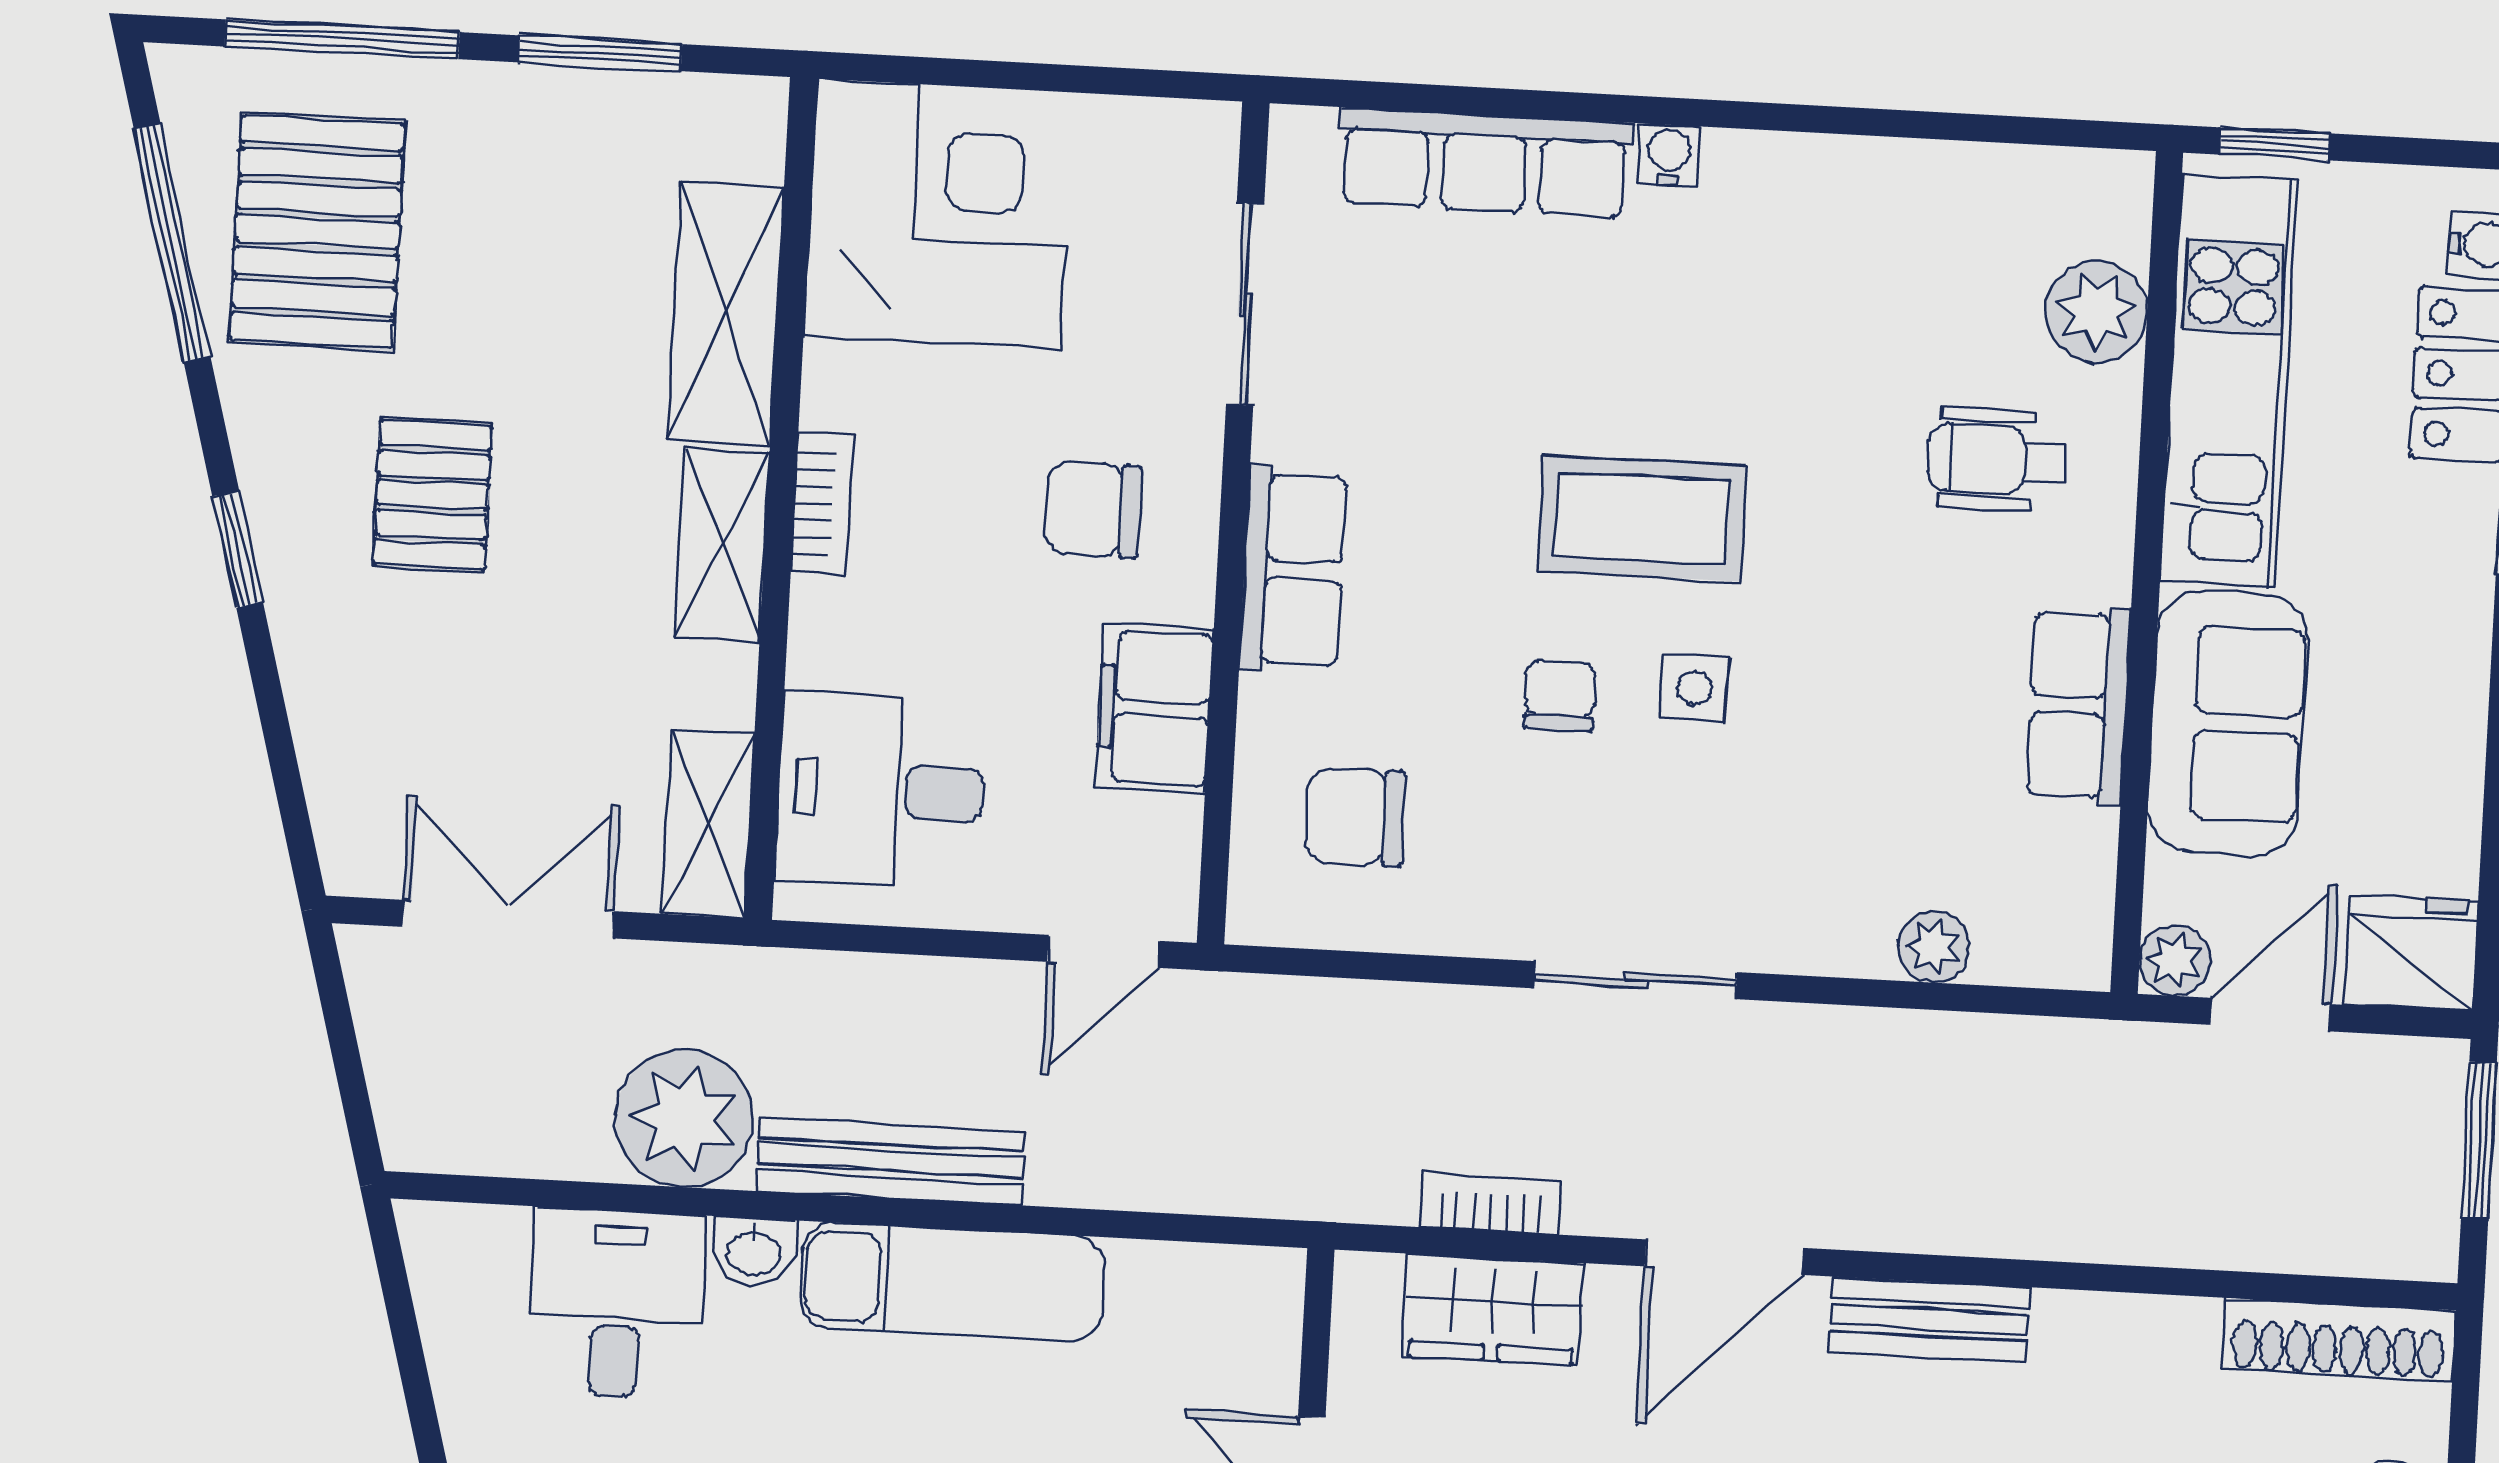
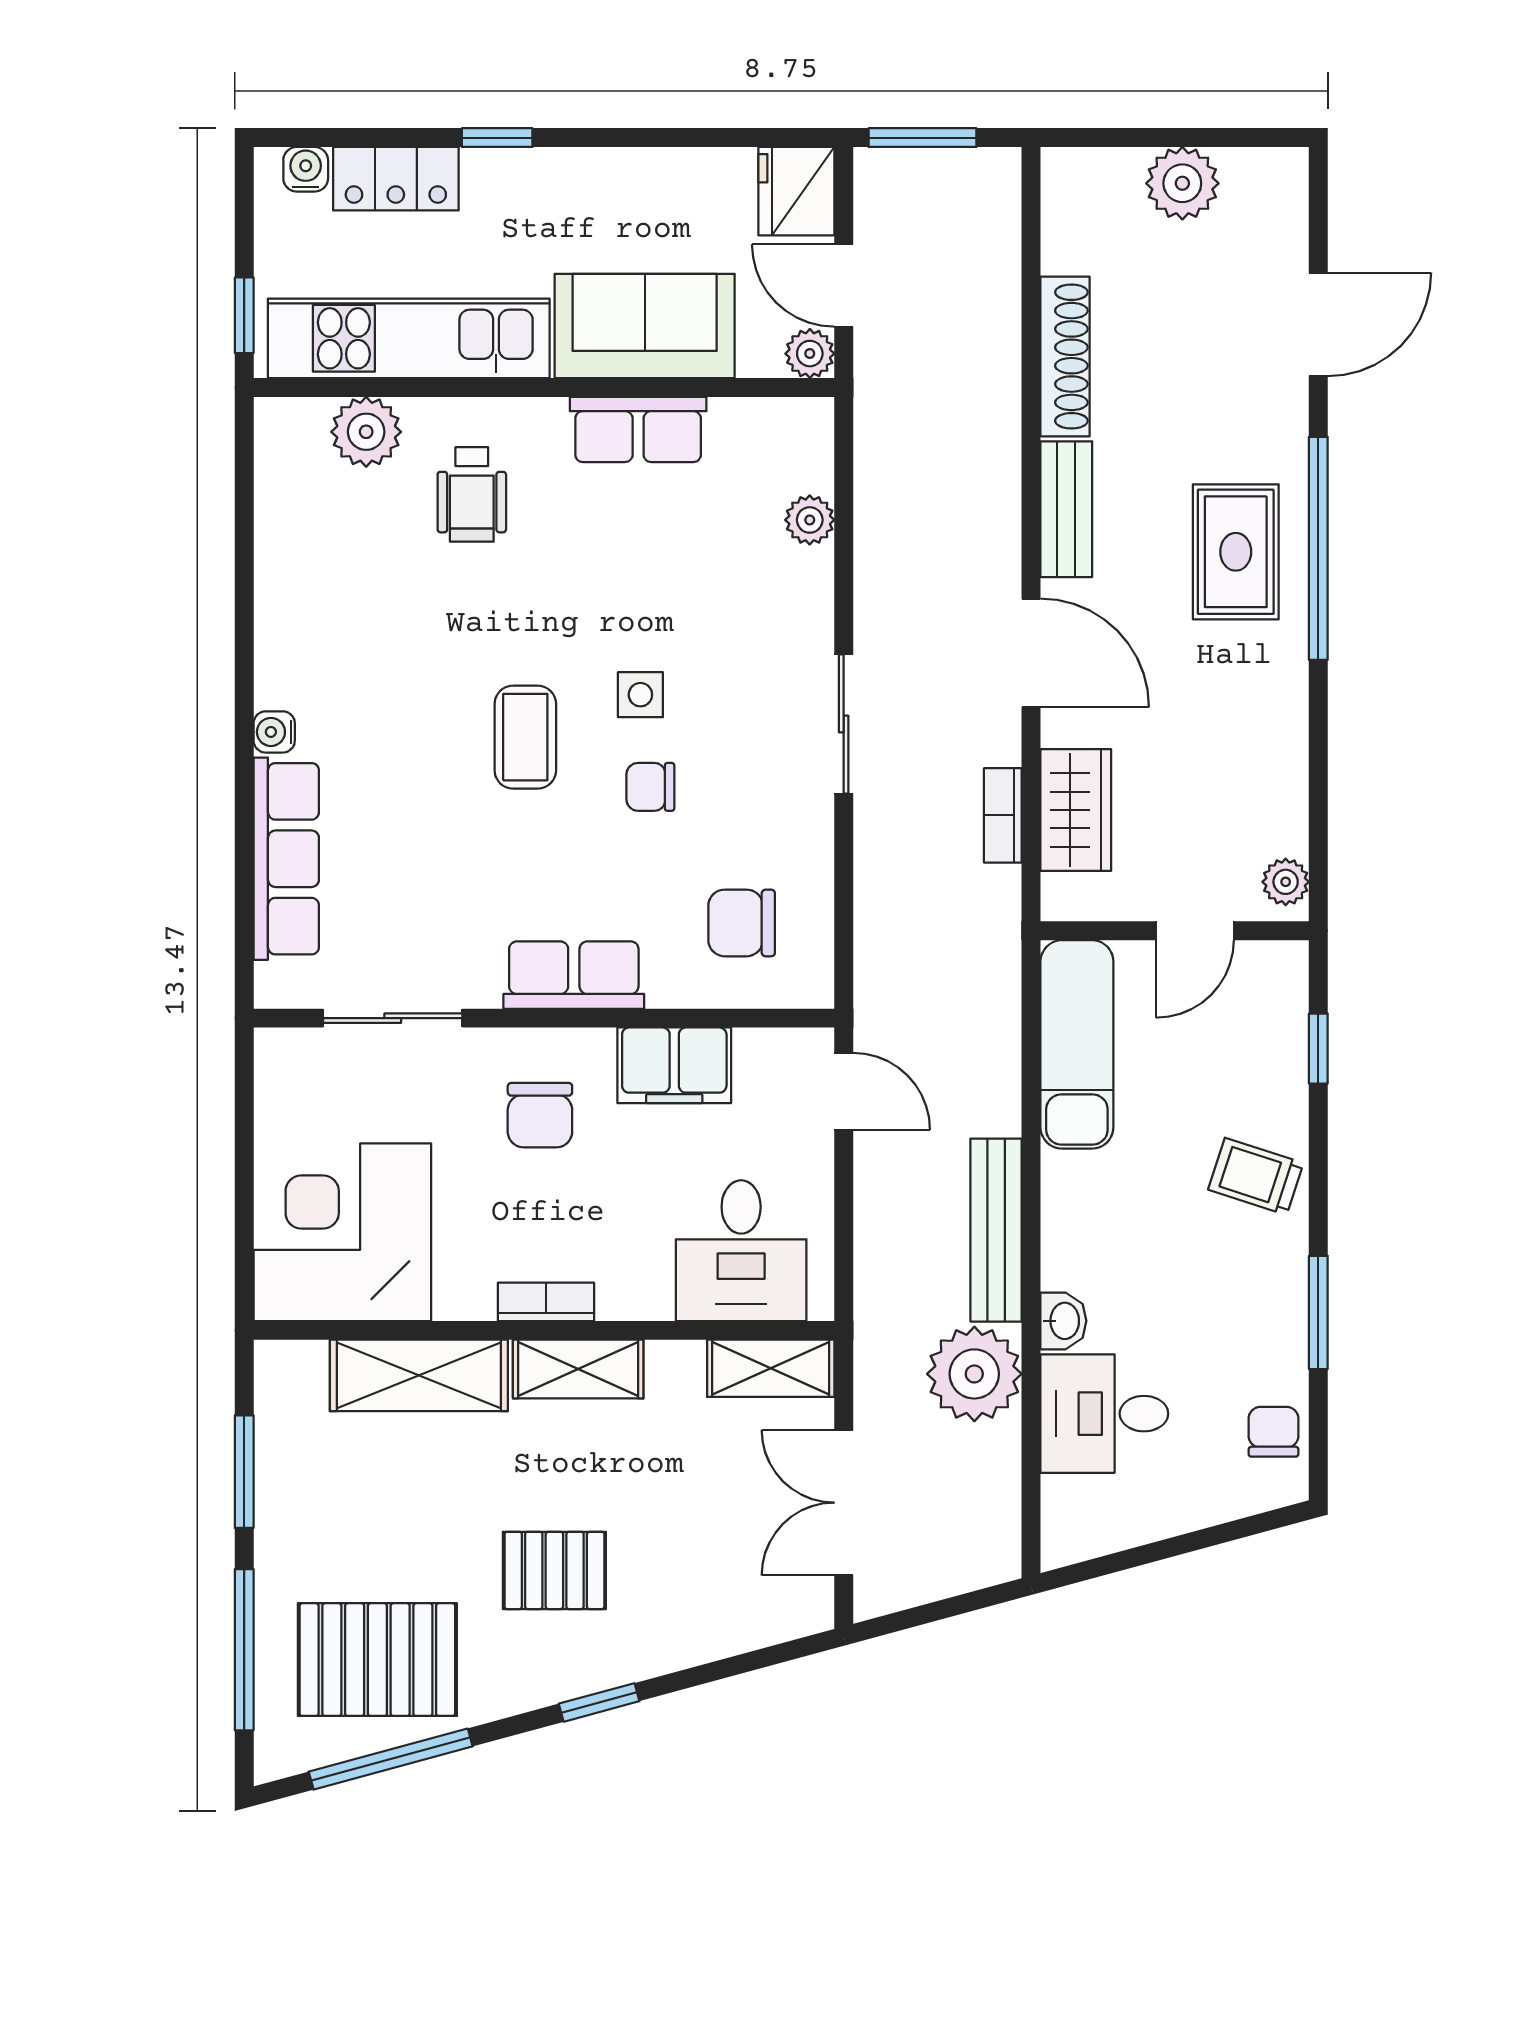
coffee table: (1642, 518) -> (525, 737), width x0.73, depth x0.77
chair: (1356, 817) -> (742, 923), turned 90
exam couch: (952, 1282) -> (1077, 1044), moved
shoe rack: (2338, 1340) -> (1065, 356), moved

